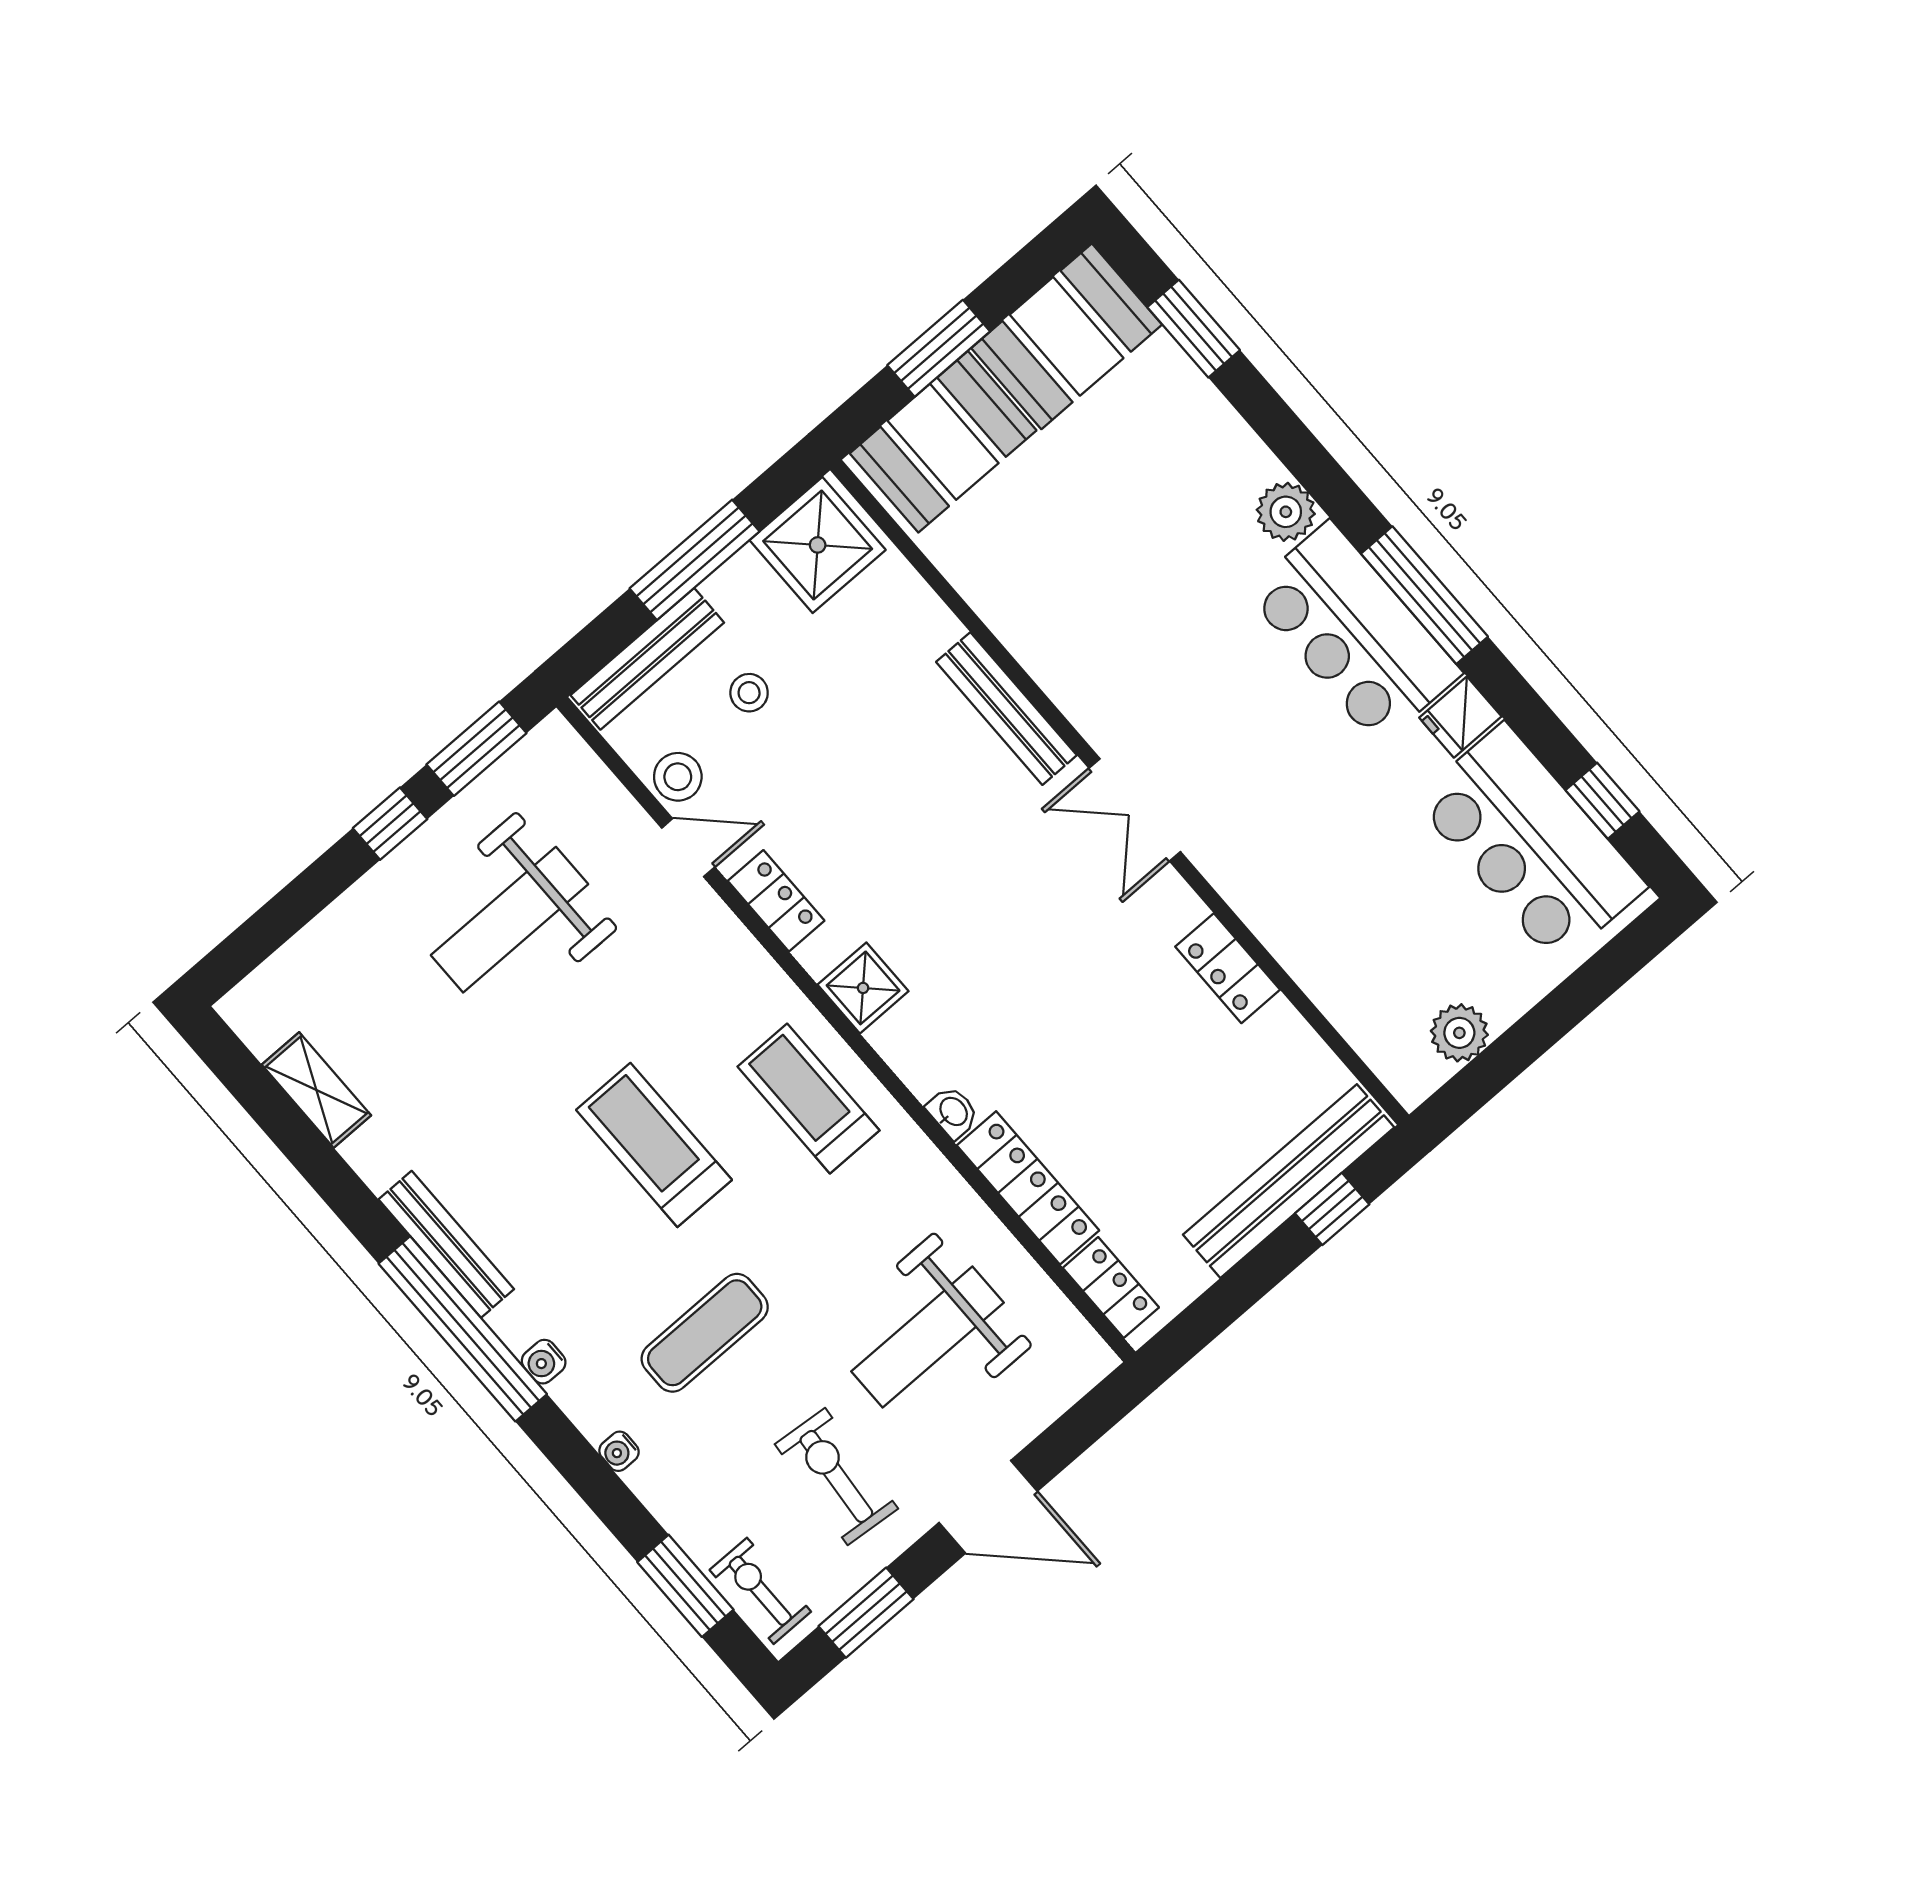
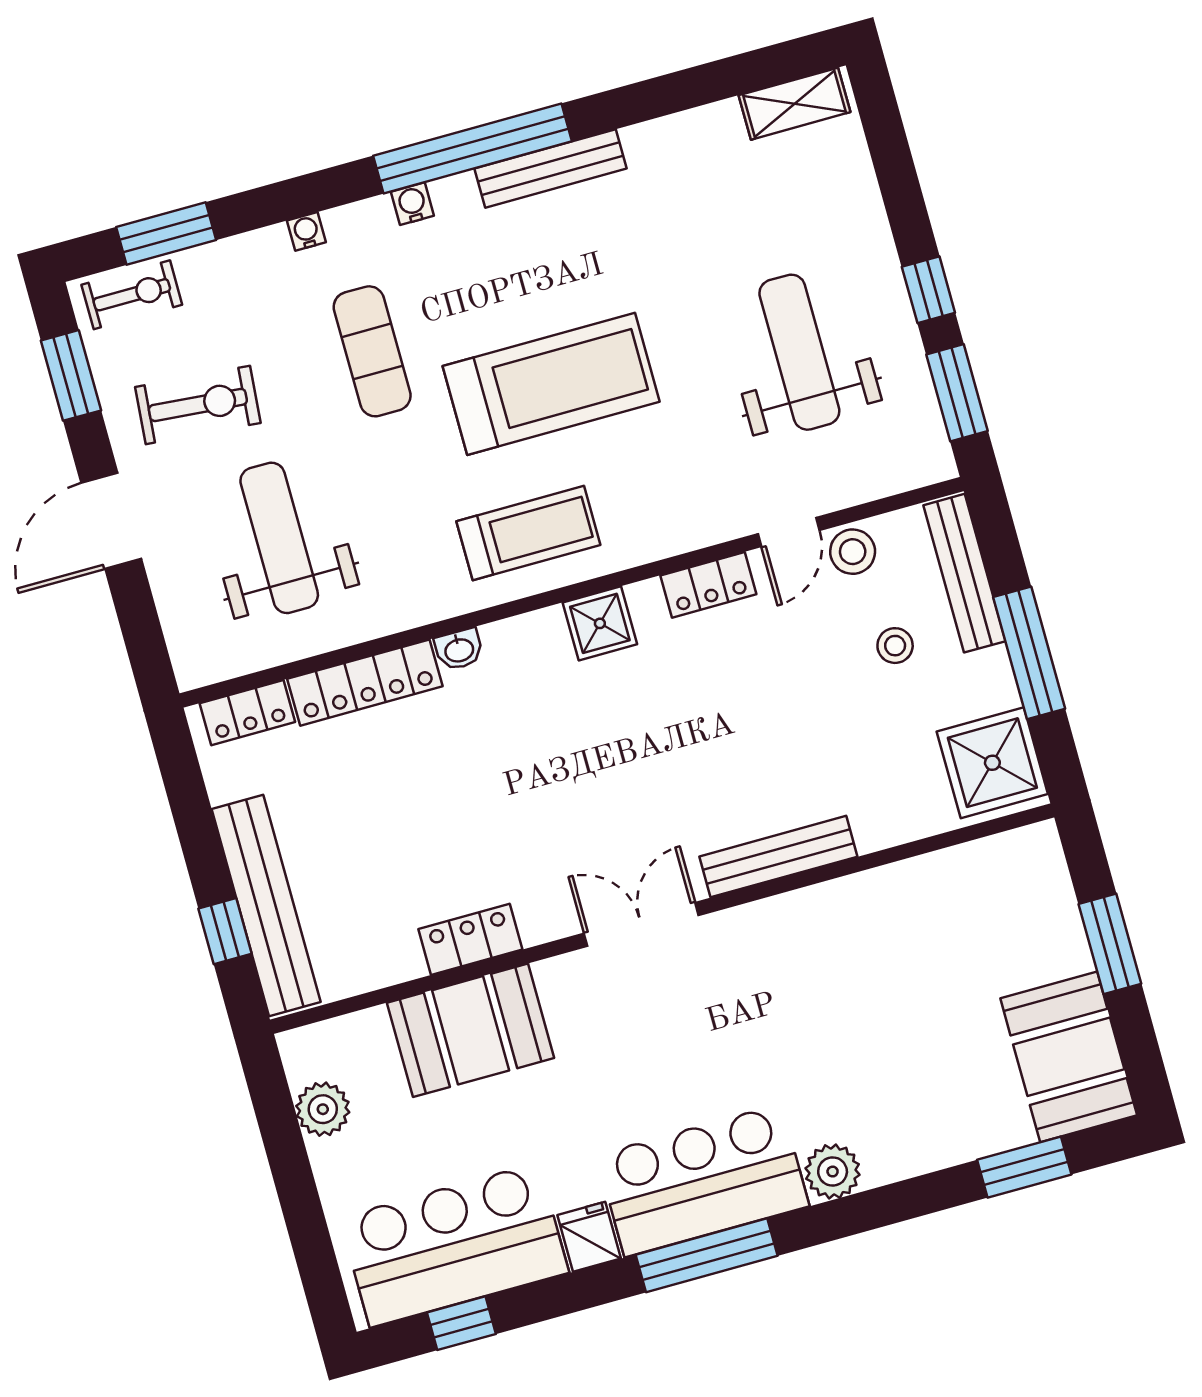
booth: (943, 442) -> (471, 1030), moved, turned 90
shelving: (316, 1090) -> (795, 104), moved
treadmill: (654, 1145) -> (551, 384), width x1.37, depth x1.38

